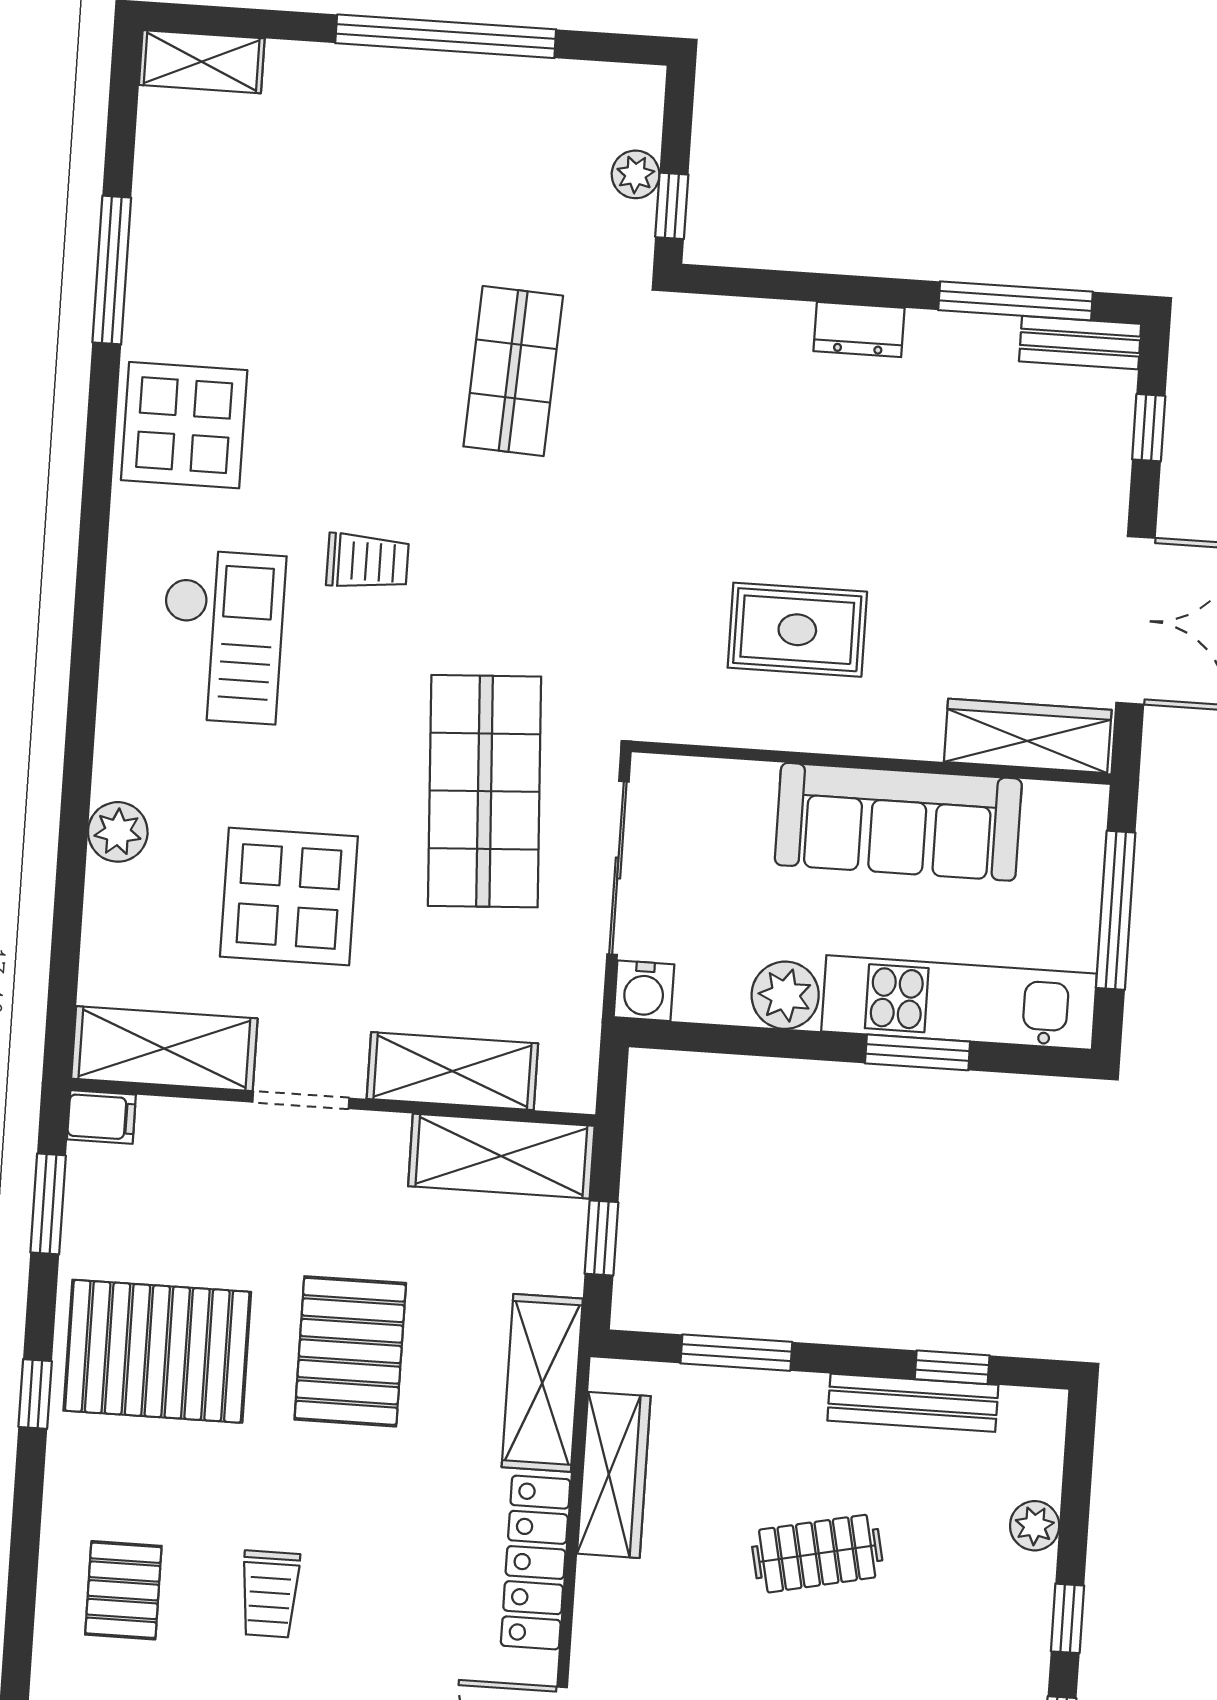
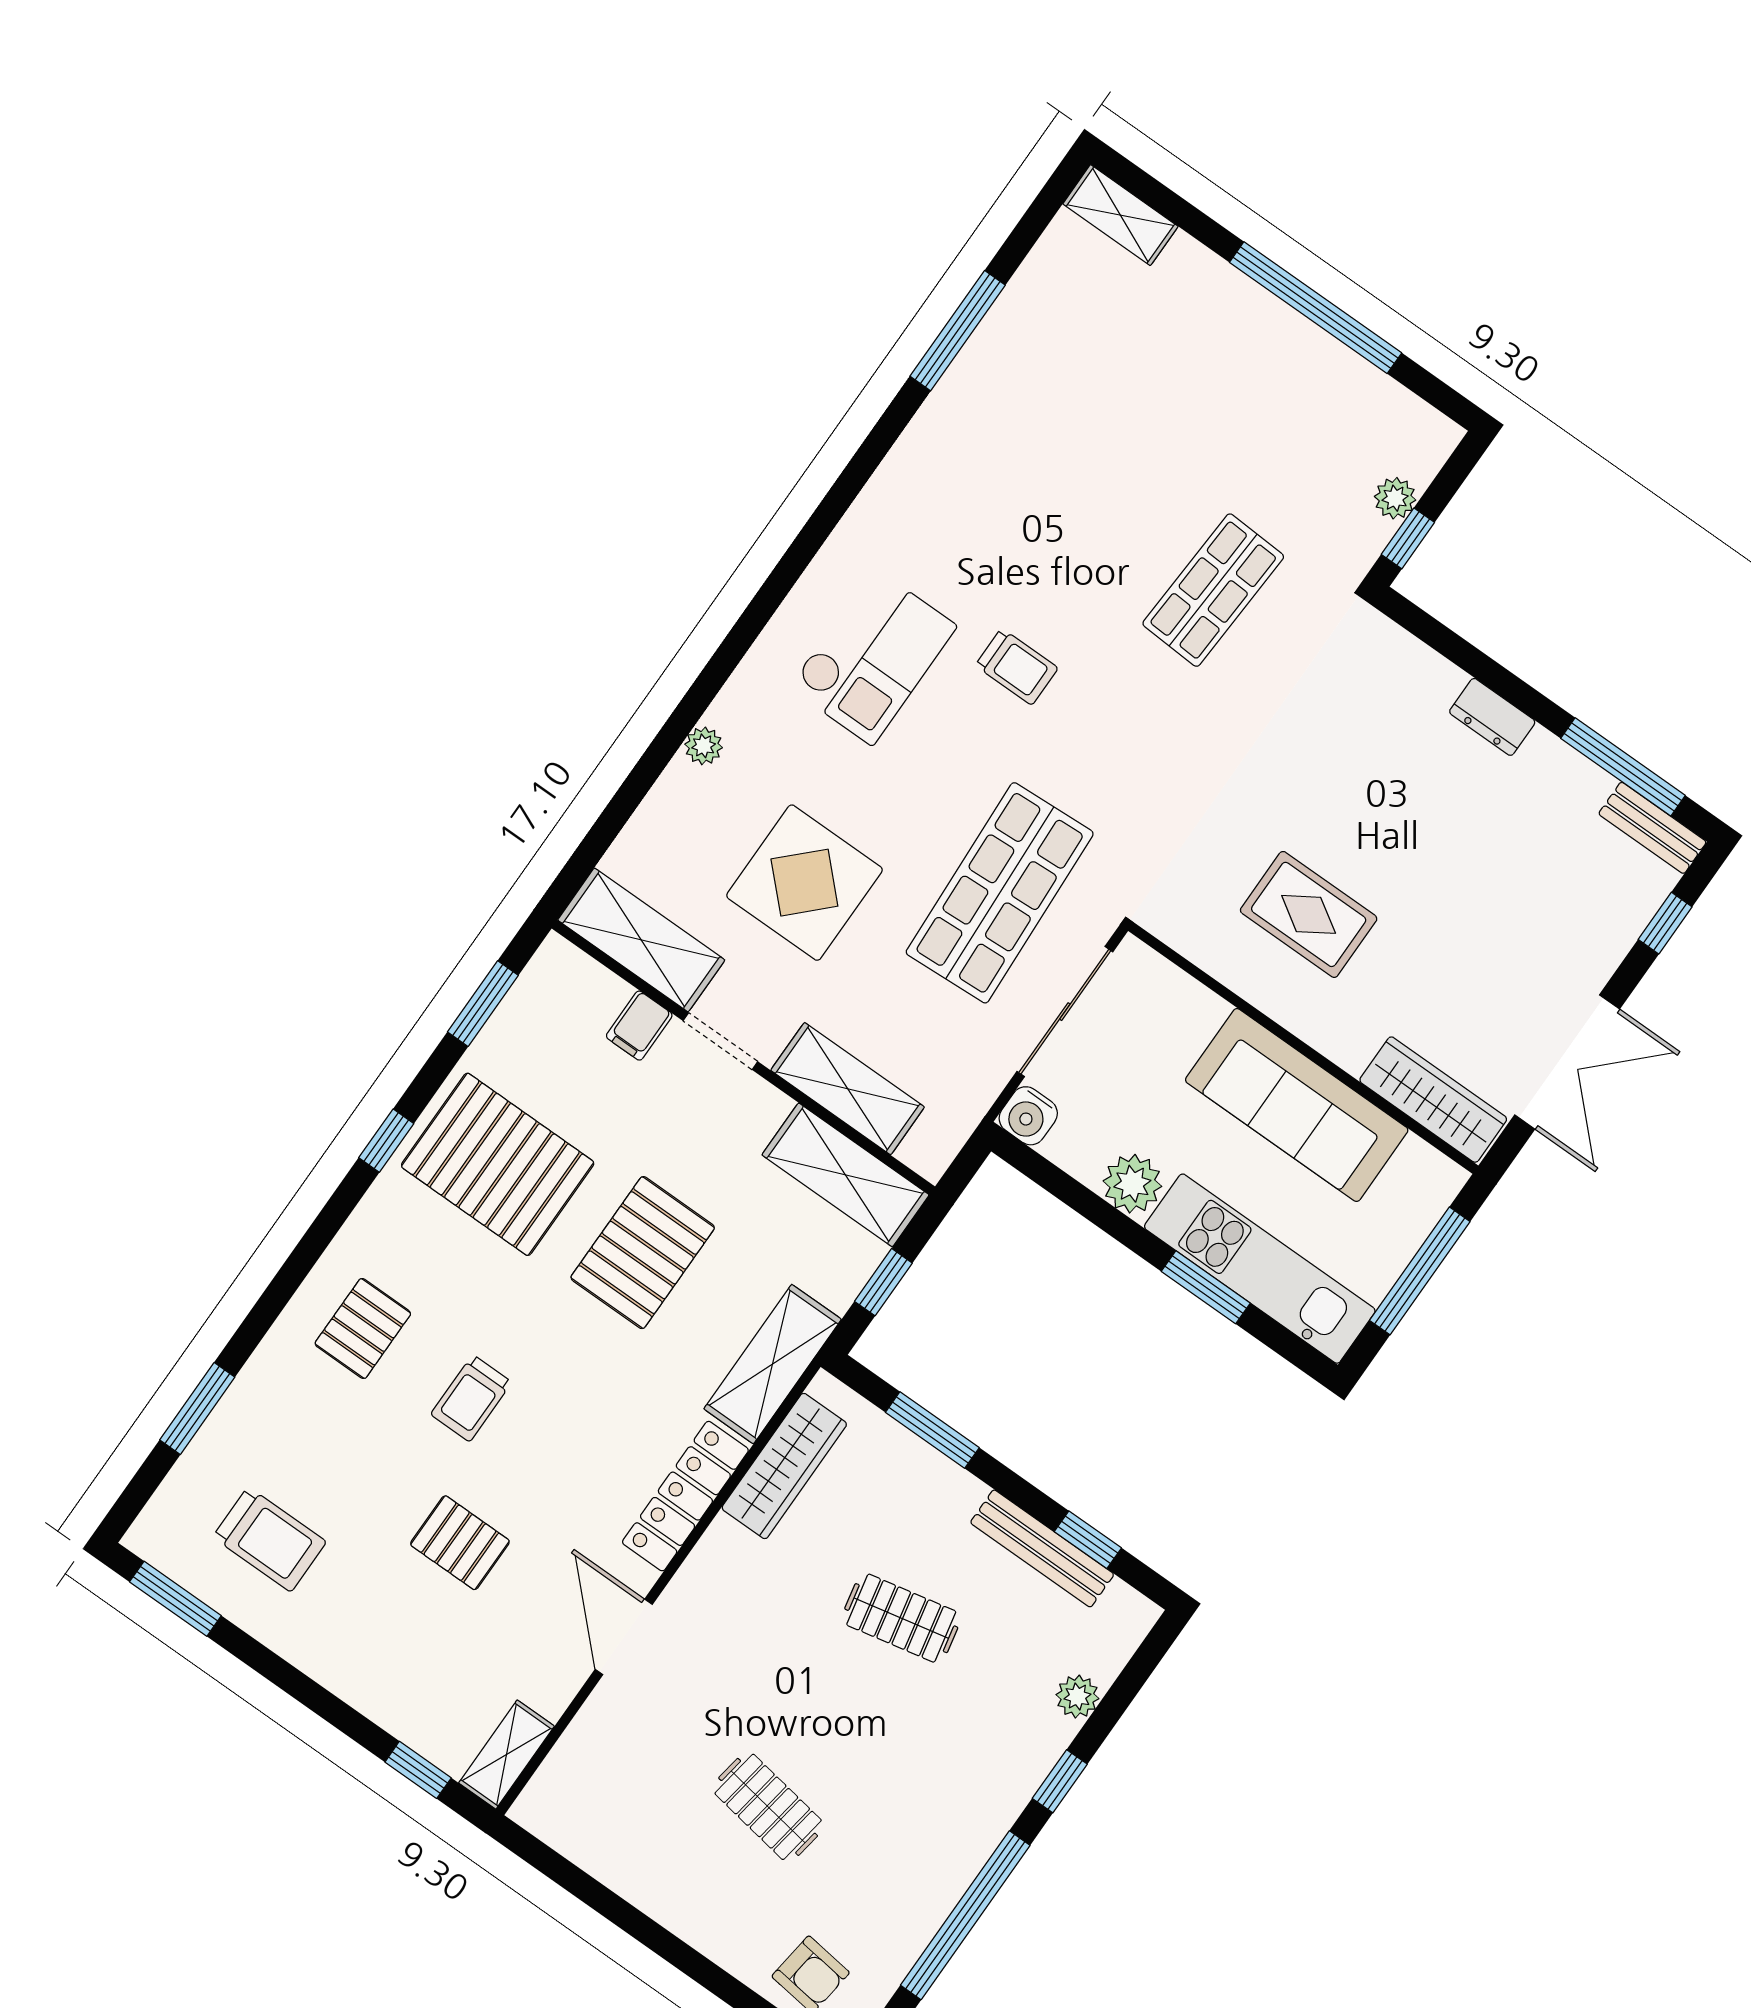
display table: (184, 425) -> (941, 480), removed
plant: (118, 832) -> (704, 746), width x0.73, depth x0.73
filing cabinet: (101, 1117) -> (639, 1026), moved, turned 90

